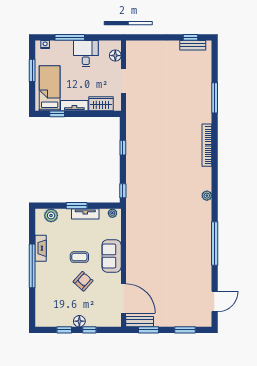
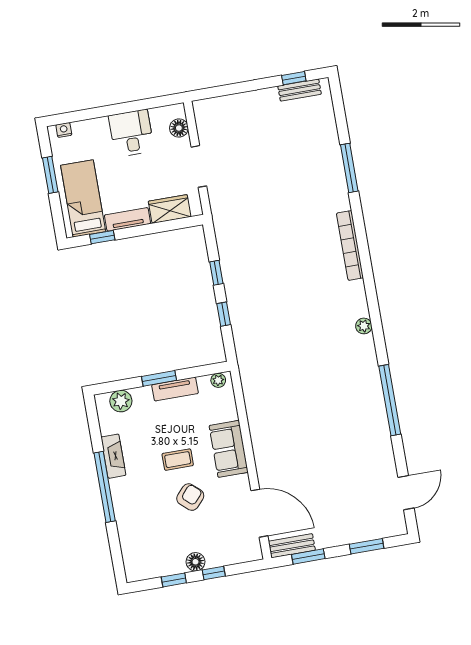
window: (70, 37) -> (101, 112), removed
window: (123, 191) -> (224, 314), moved

